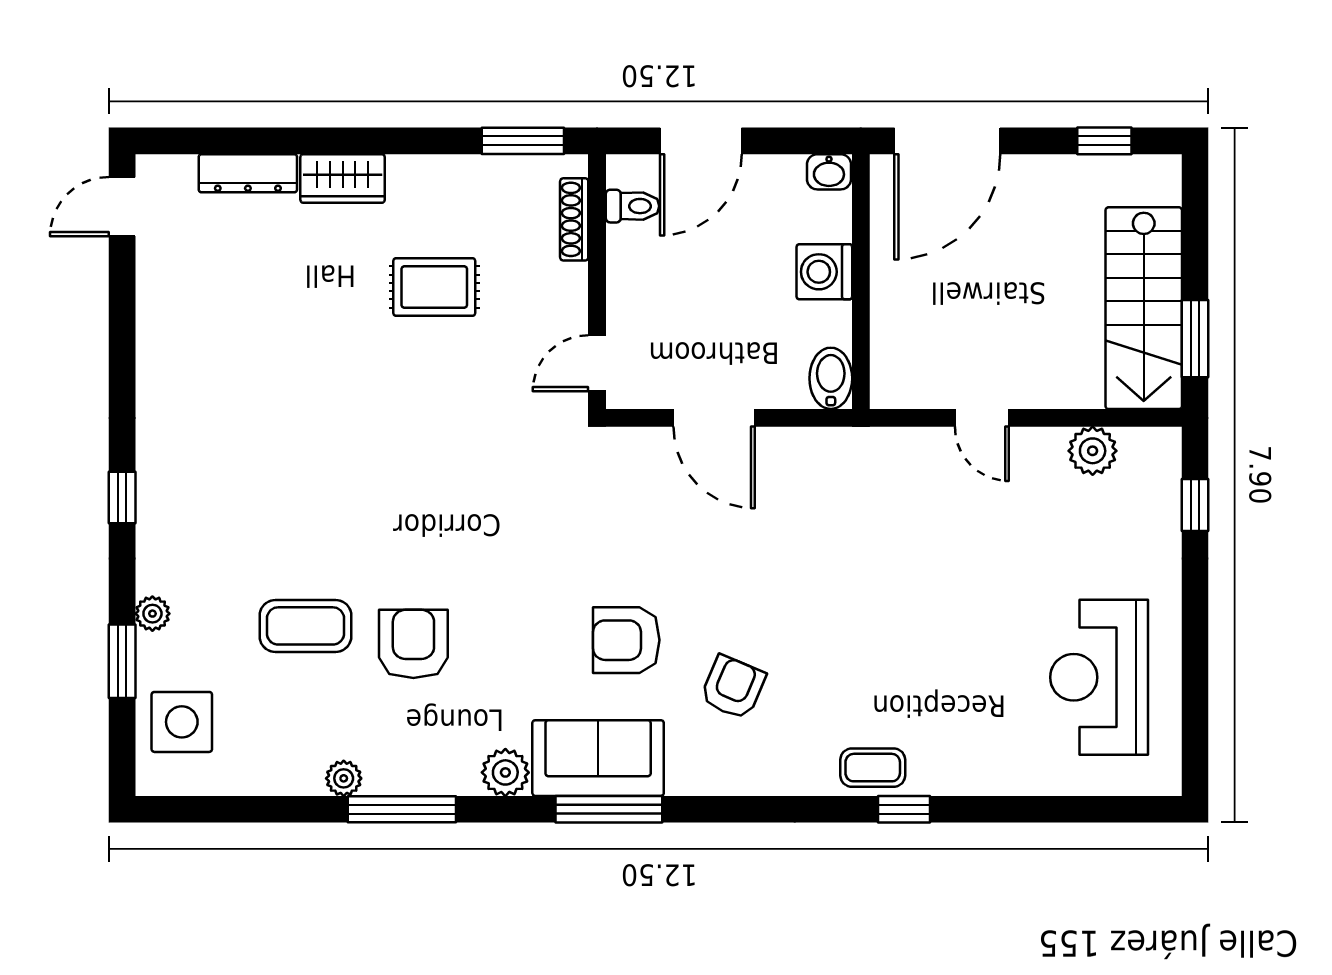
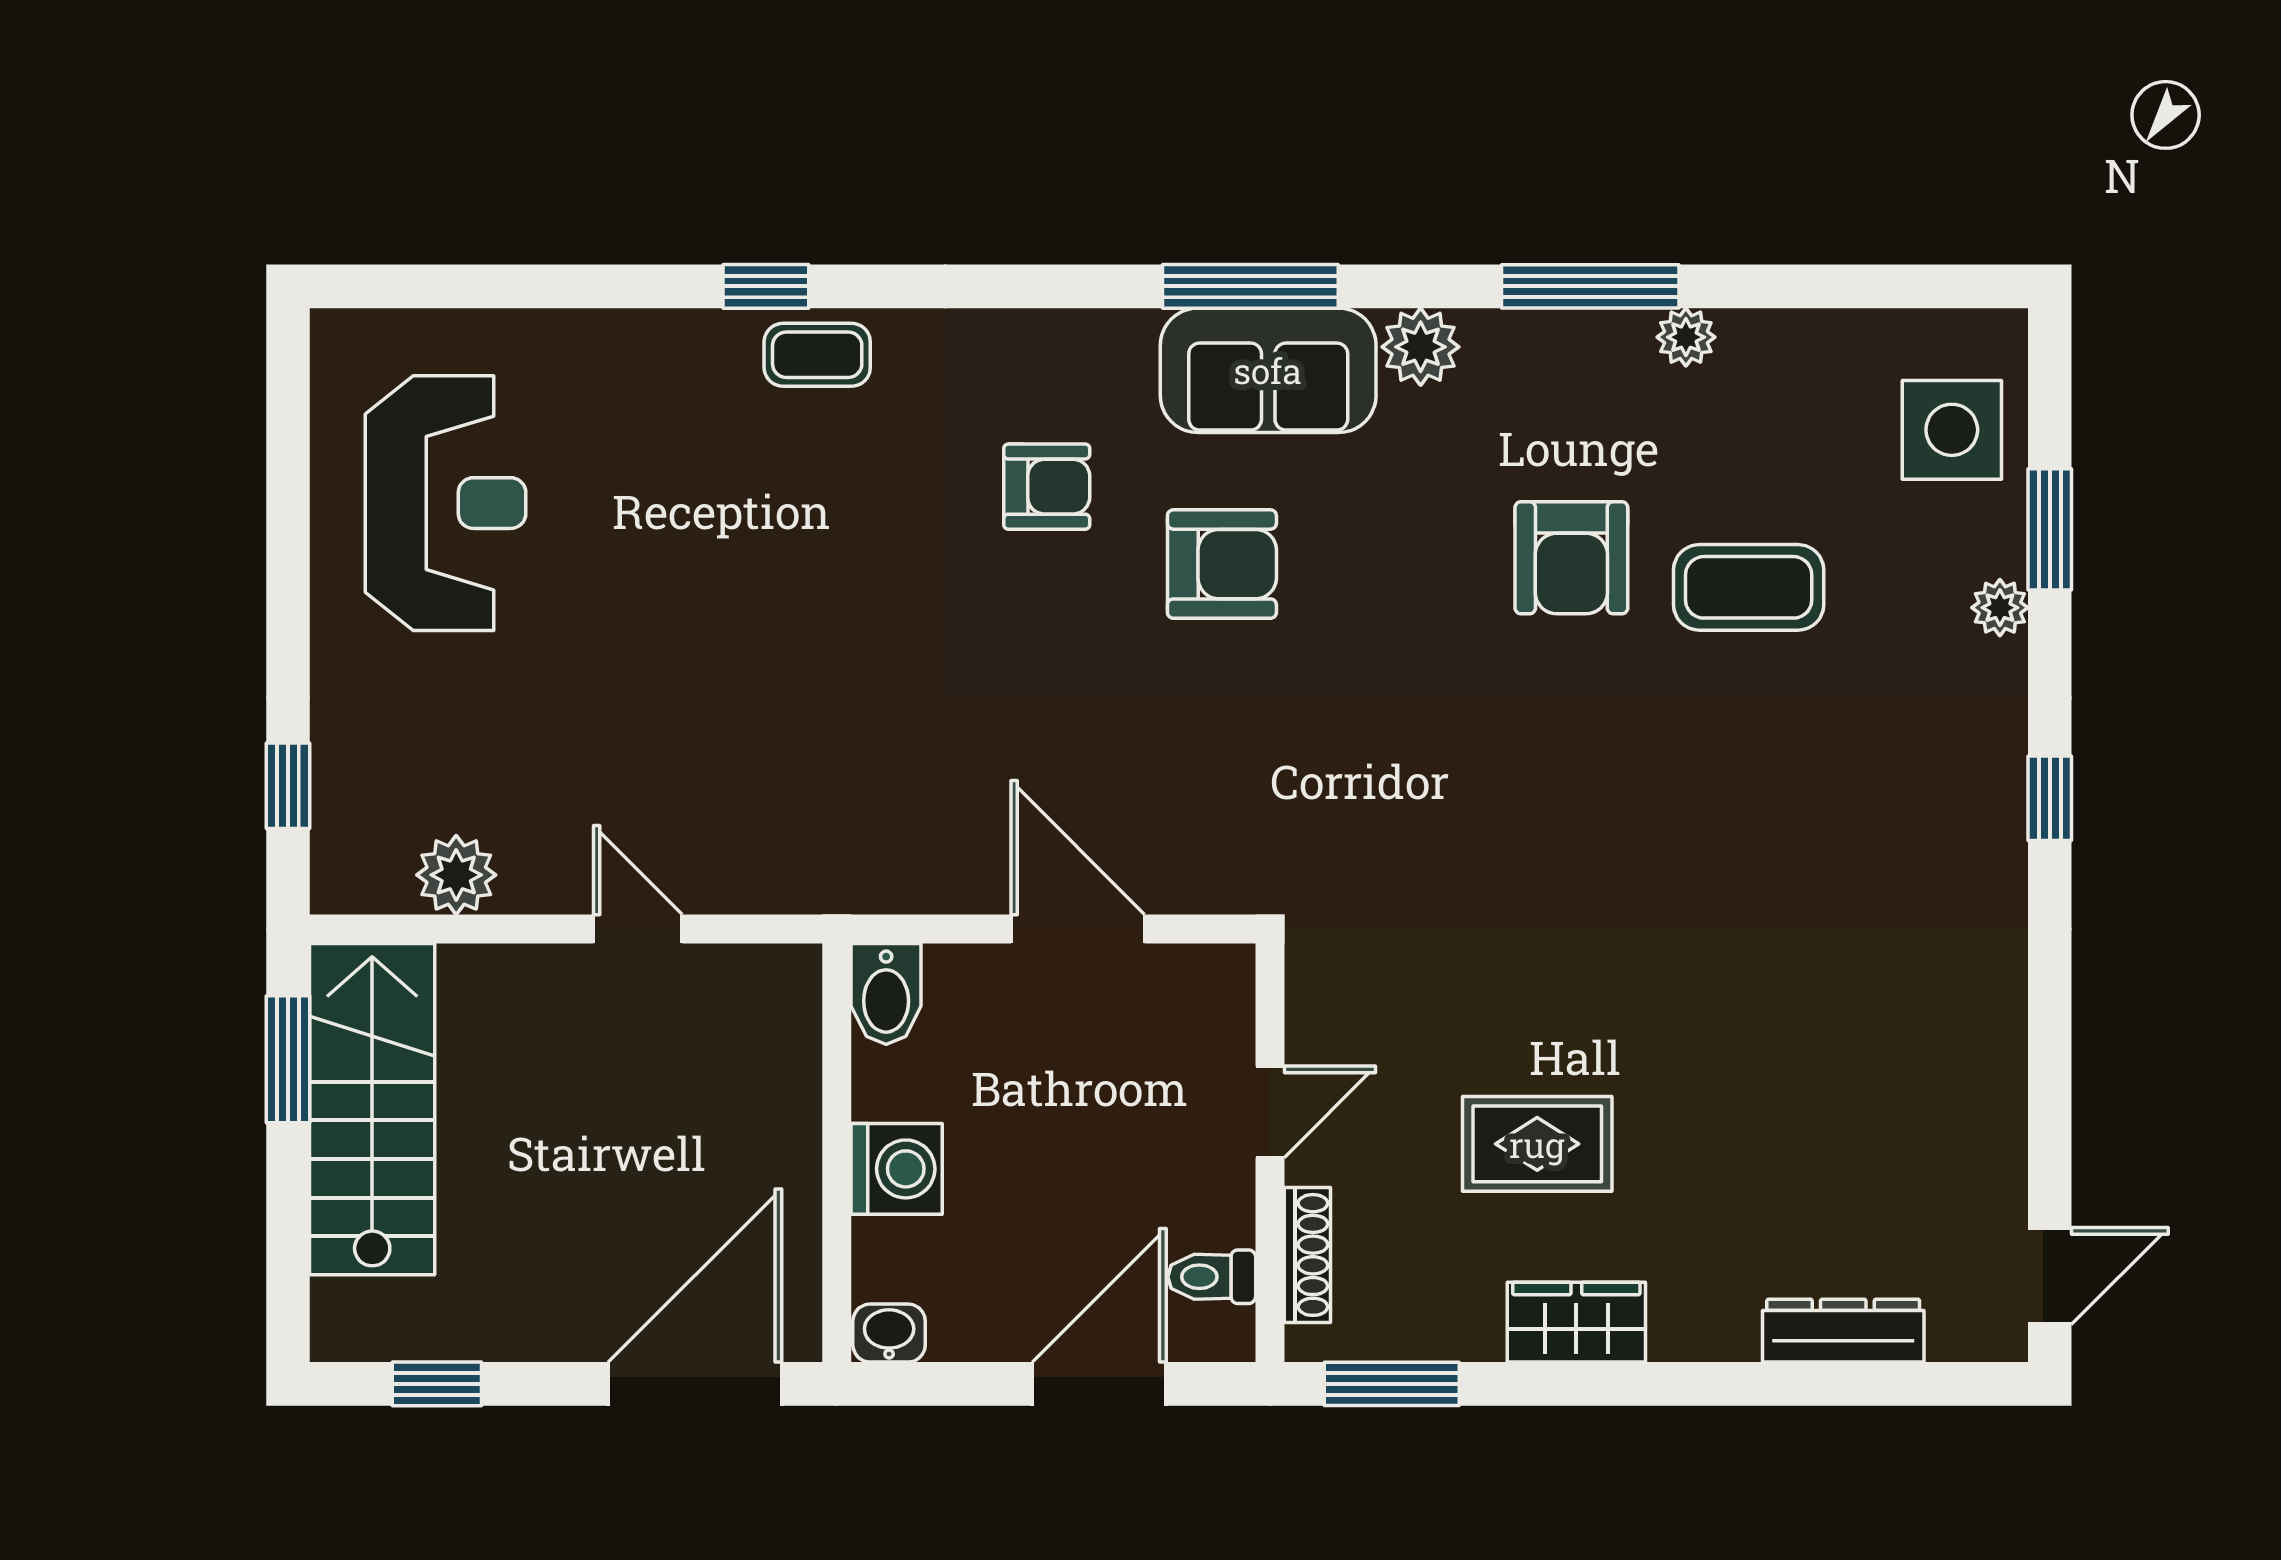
wardrobe: (343, 178) -> (1576, 1322), moved
door: (597, 363) -> (1270, 1112), moved
armchair: (733, 687) -> (1047, 487), turned -113

